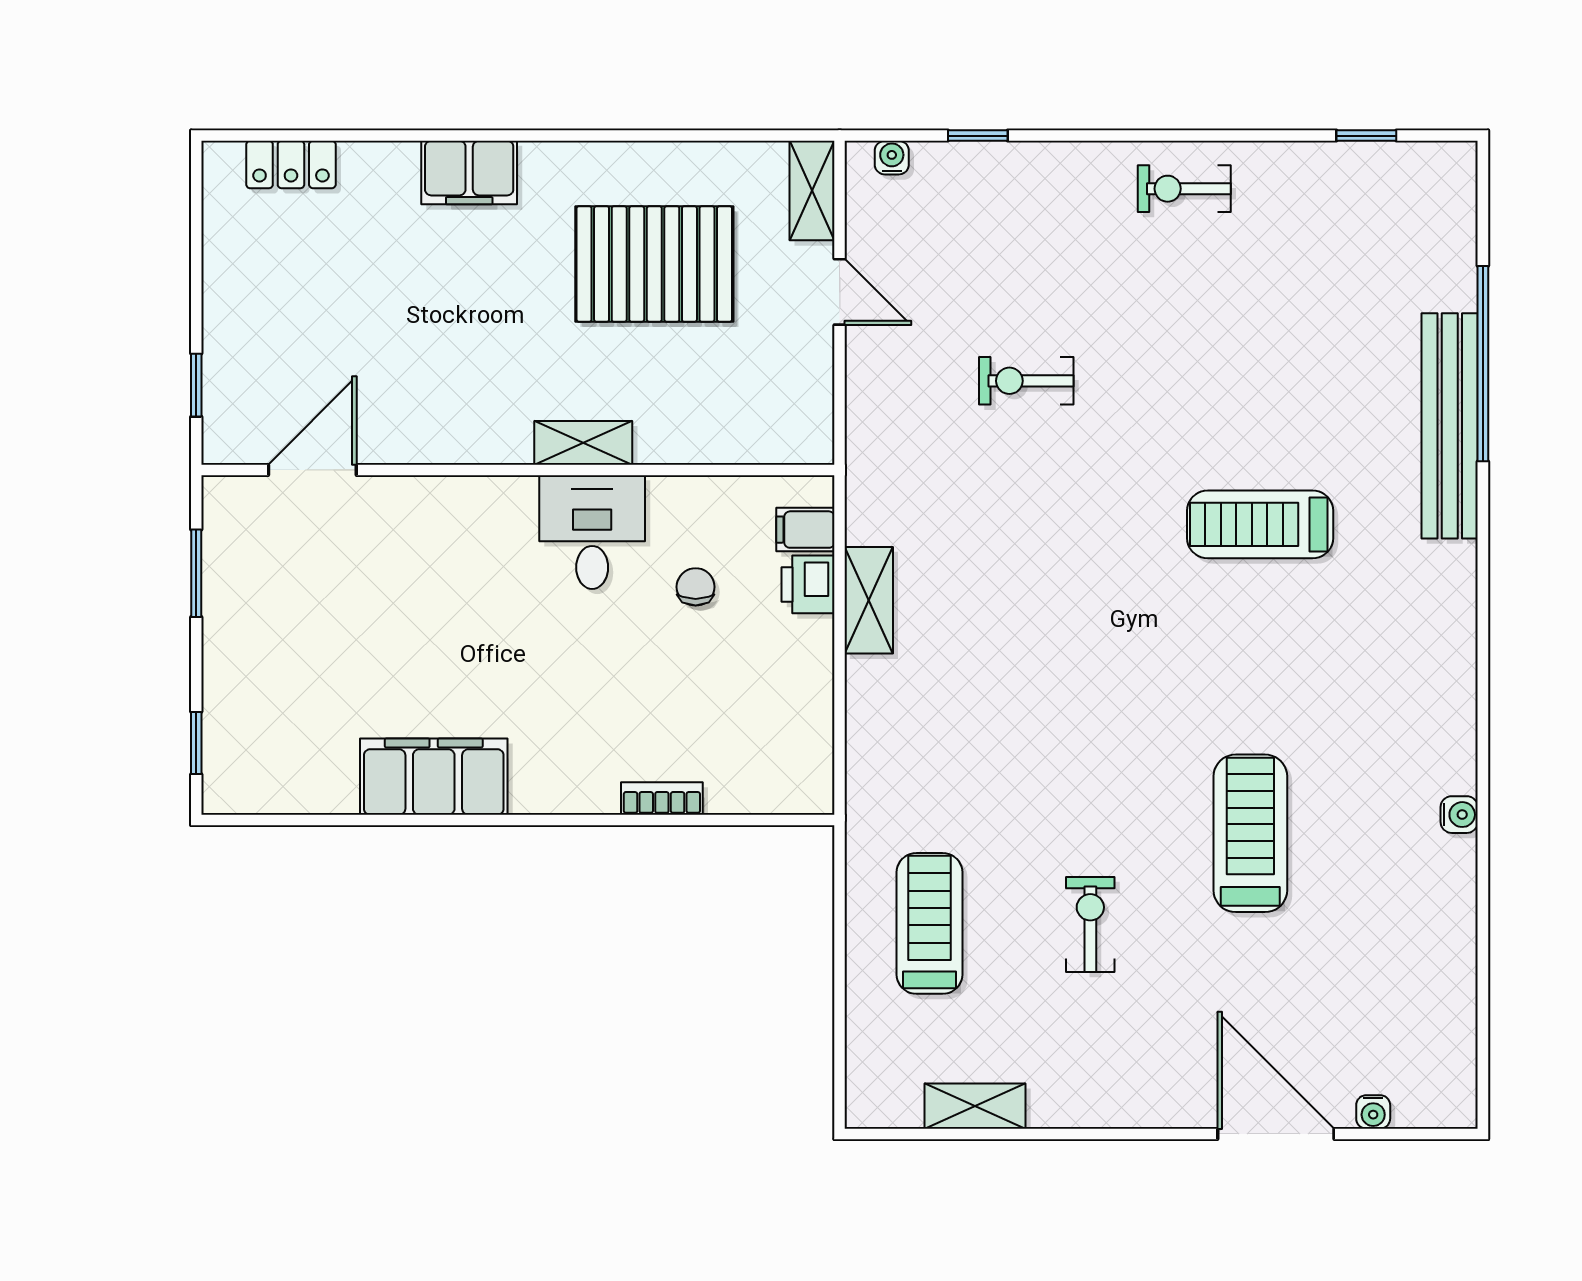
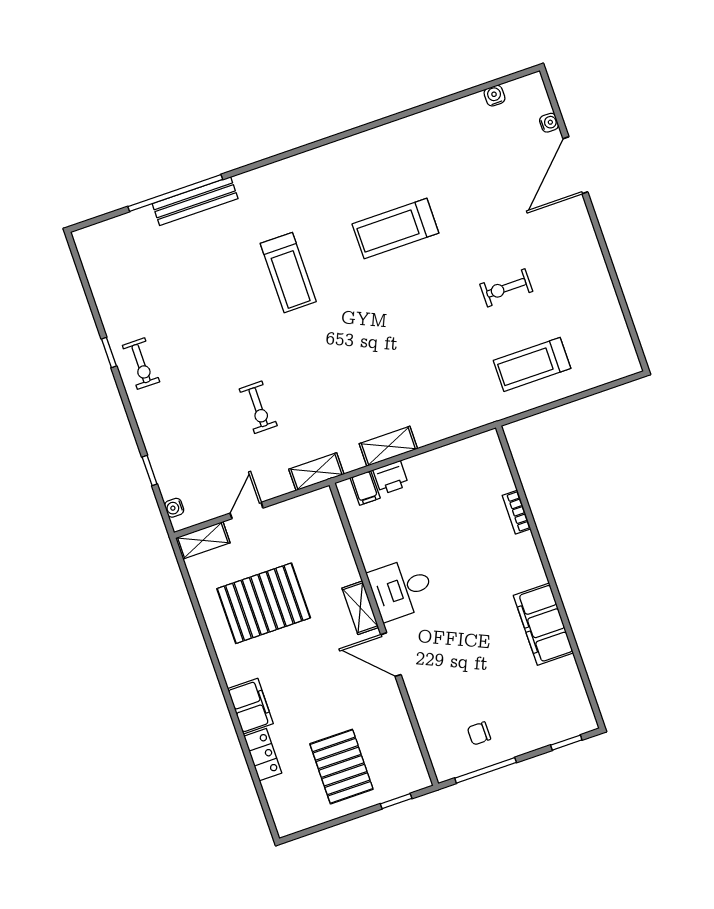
window: (1366, 136) -> (109, 353), moved
locker: (291, 165) -> (263, 755), moved
pallet: (654, 264) -> (264, 603), turned 90
pallet: (297, 305) -> (341, 767), added
bench: (1450, 426) -> (195, 201), width x0.73, depth x0.82
door: (312, 470) -> (391, 655), moved
window: (196, 573) -> (486, 770), width x1.44
chair: (696, 587) -> (479, 733), moved
water cooler: (1459, 815) -> (494, 96), moved
treadmill: (1250, 833) -> (395, 229), moved
shelving: (975, 1106) -> (316, 472), moved, turned 90

